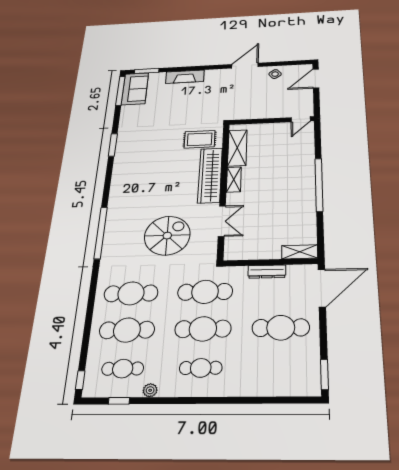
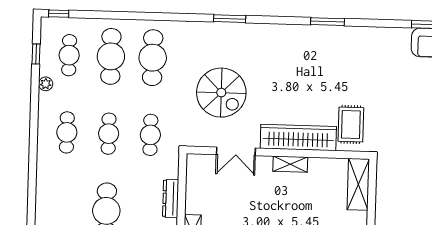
window: (113, 145) -> (328, 22), moved
shelving: (237, 148) -> (358, 184), moved, turned 90
window: (101, 233) -> (230, 19), width x0.47
cafe table: (205, 292) -> (150, 135), width x0.73, depth x0.74
cafe table: (203, 329) -> (109, 134), width x0.73, depth x0.74

